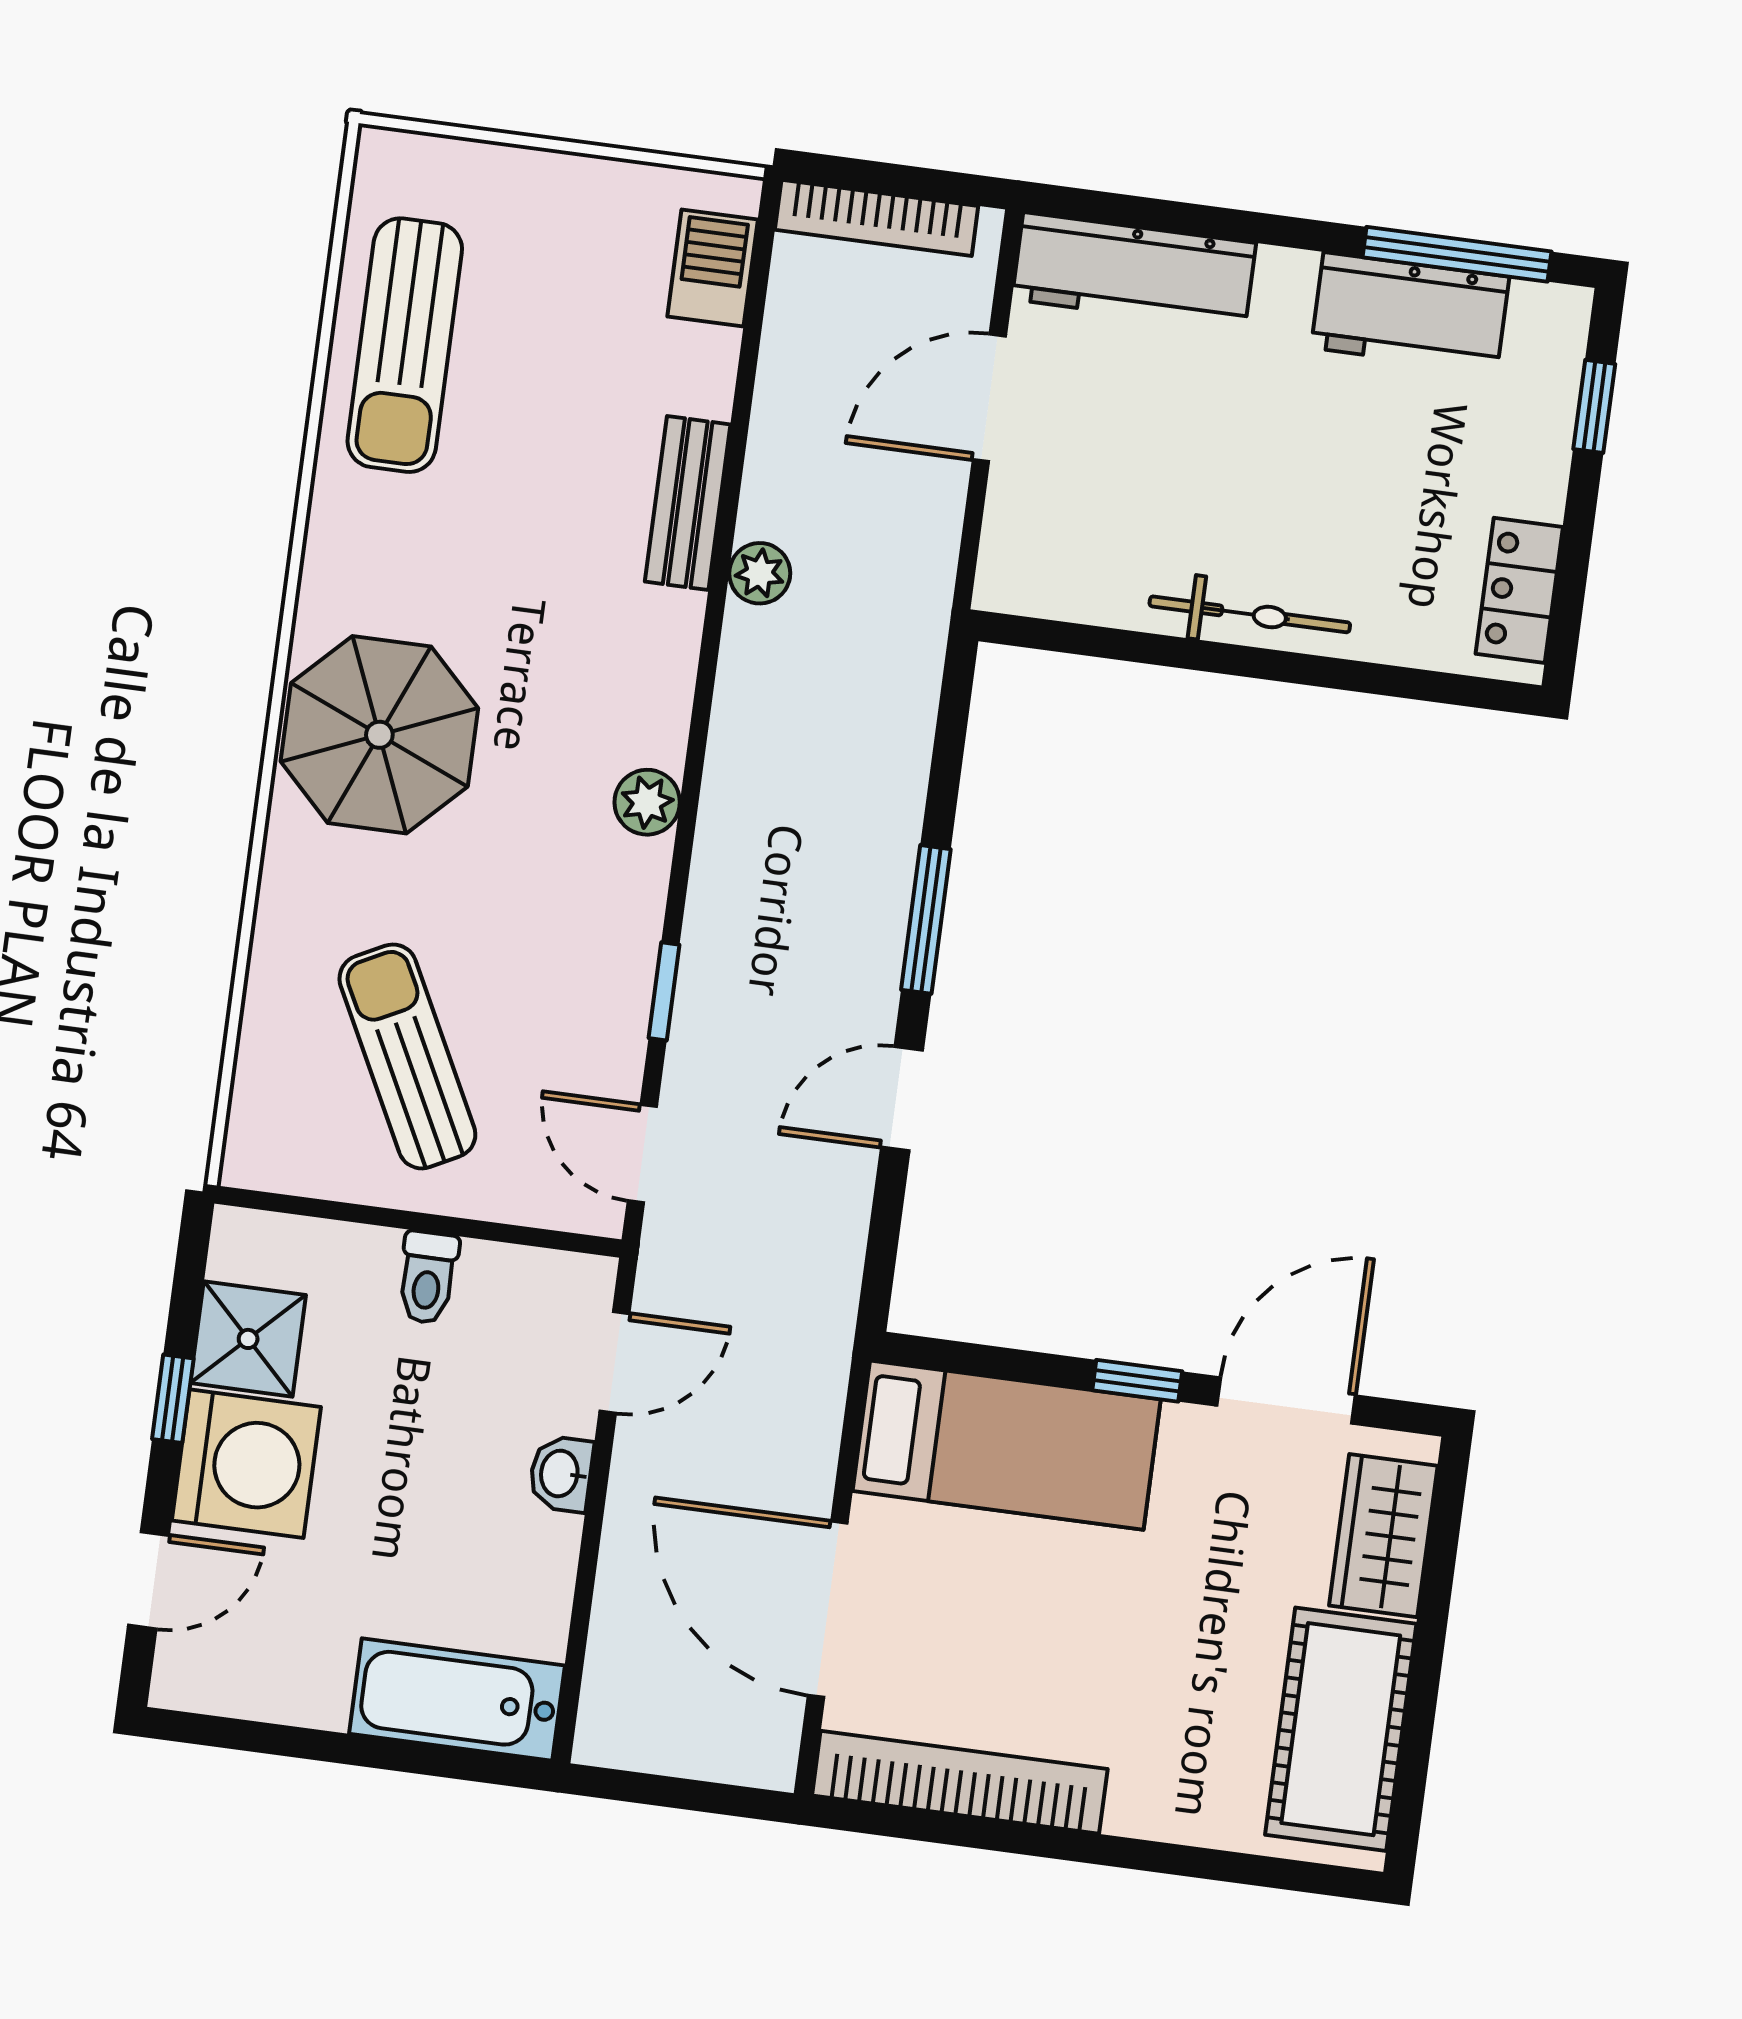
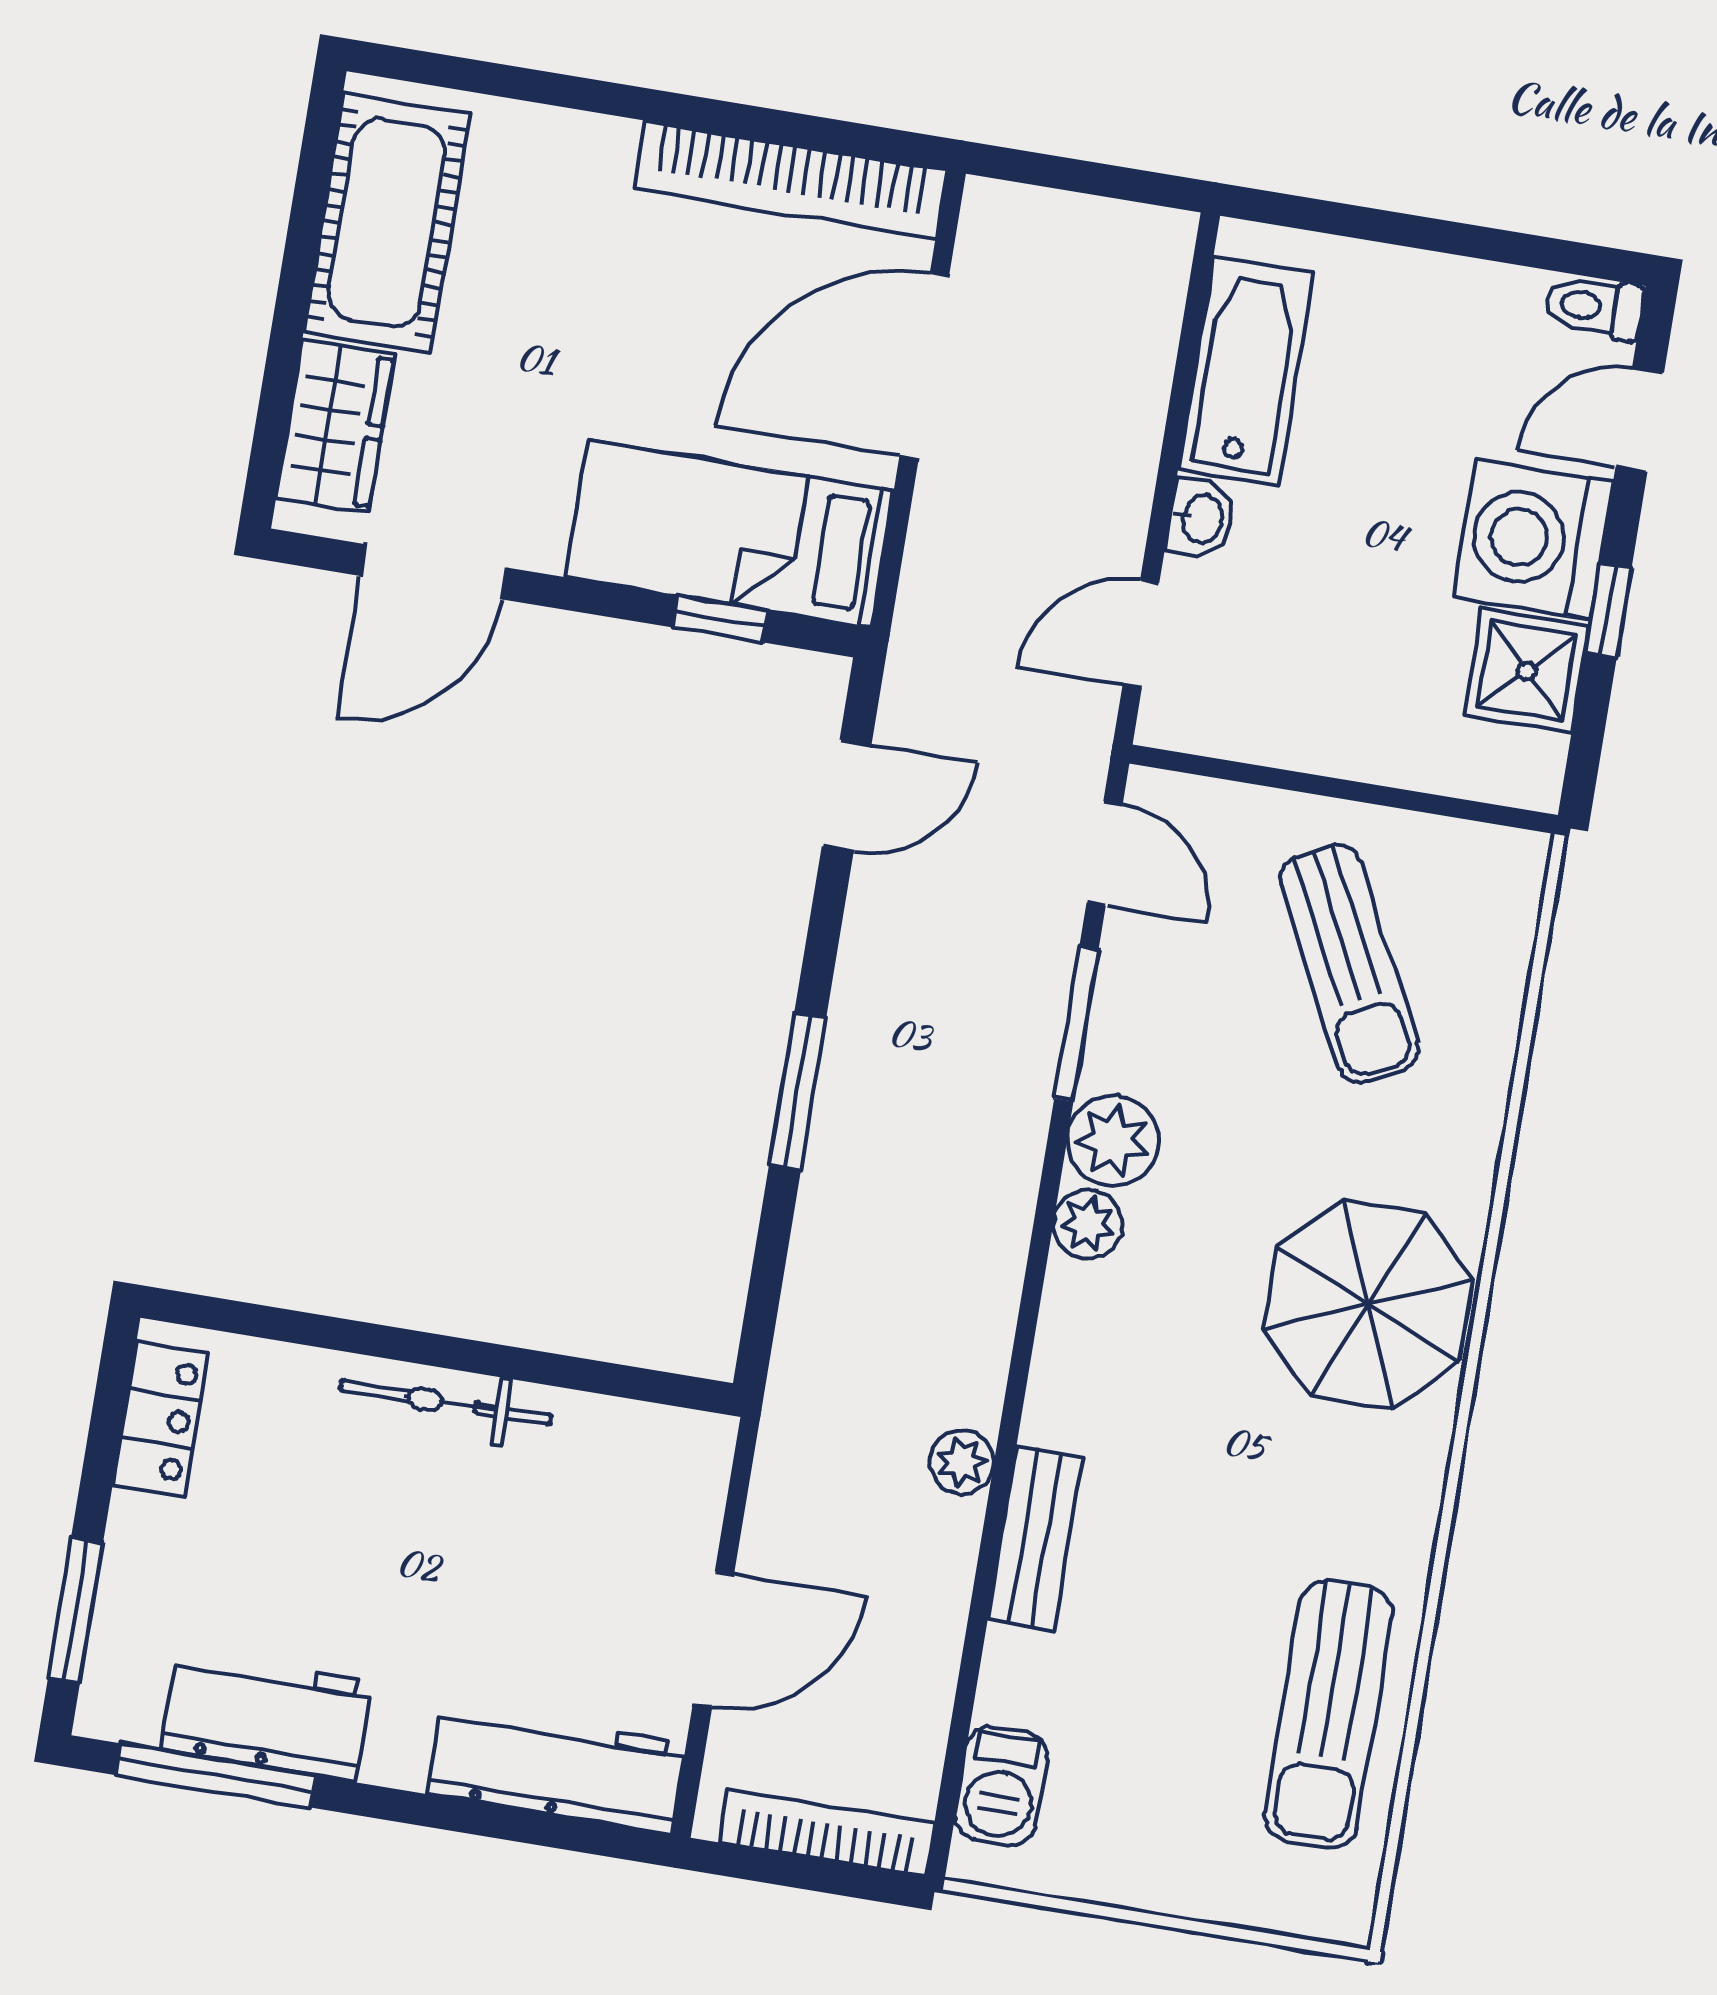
sun lounger: (405, 345) -> (1328, 1714), turned 180
window: (1594, 406) -> (75, 1610), width x1.50
plant: (626, 882) -> (1113, 1141), added
window: (664, 991) -> (1076, 1024), width x1.50
door: (902, 1099) -> (847, 795), moved
toilet: (428, 1277) -> (1594, 307), moved, turned -90
window: (1137, 1381) -> (720, 619), moved
door: (828, 1609) -> (924, 367), swing flipped
bathtub: (457, 1700) -> (1246, 371), moved, turned -90

